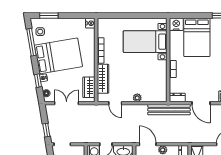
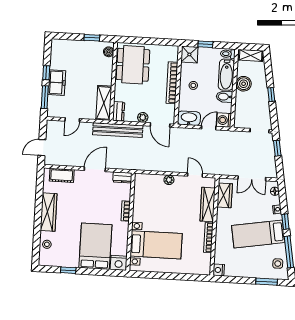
bed: (58, 56) -> (258, 234), width x0.67
window: (38, 81) -> (285, 222), moved
door: (201, 103) -> (95, 169), hinge flipped
bench: (169, 110) -> (118, 130), moved

